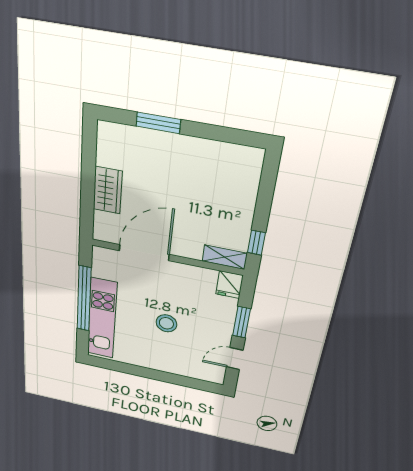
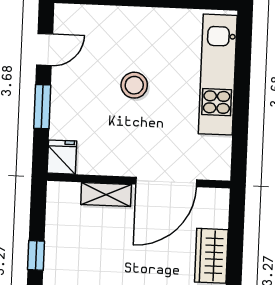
window: (256, 243) -> (36, 255), moved
shelving: (225, 257) -> (106, 195), moved
window: (84, 299) -> (241, 100), removed

